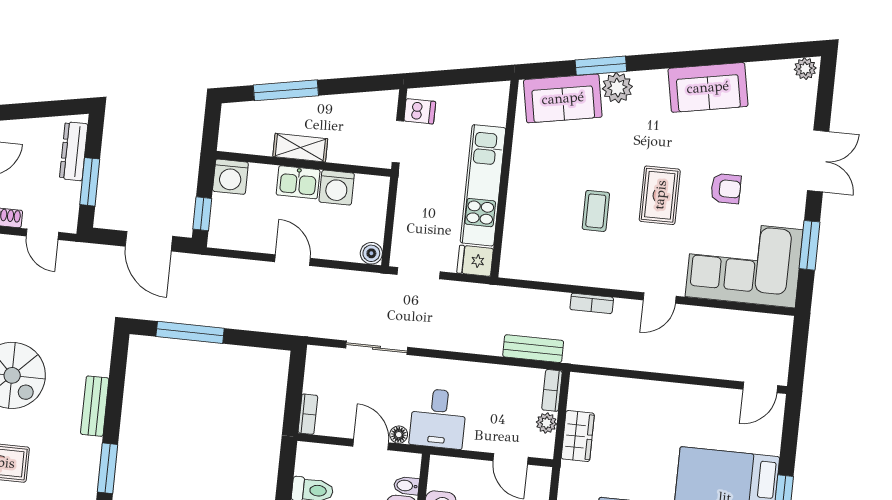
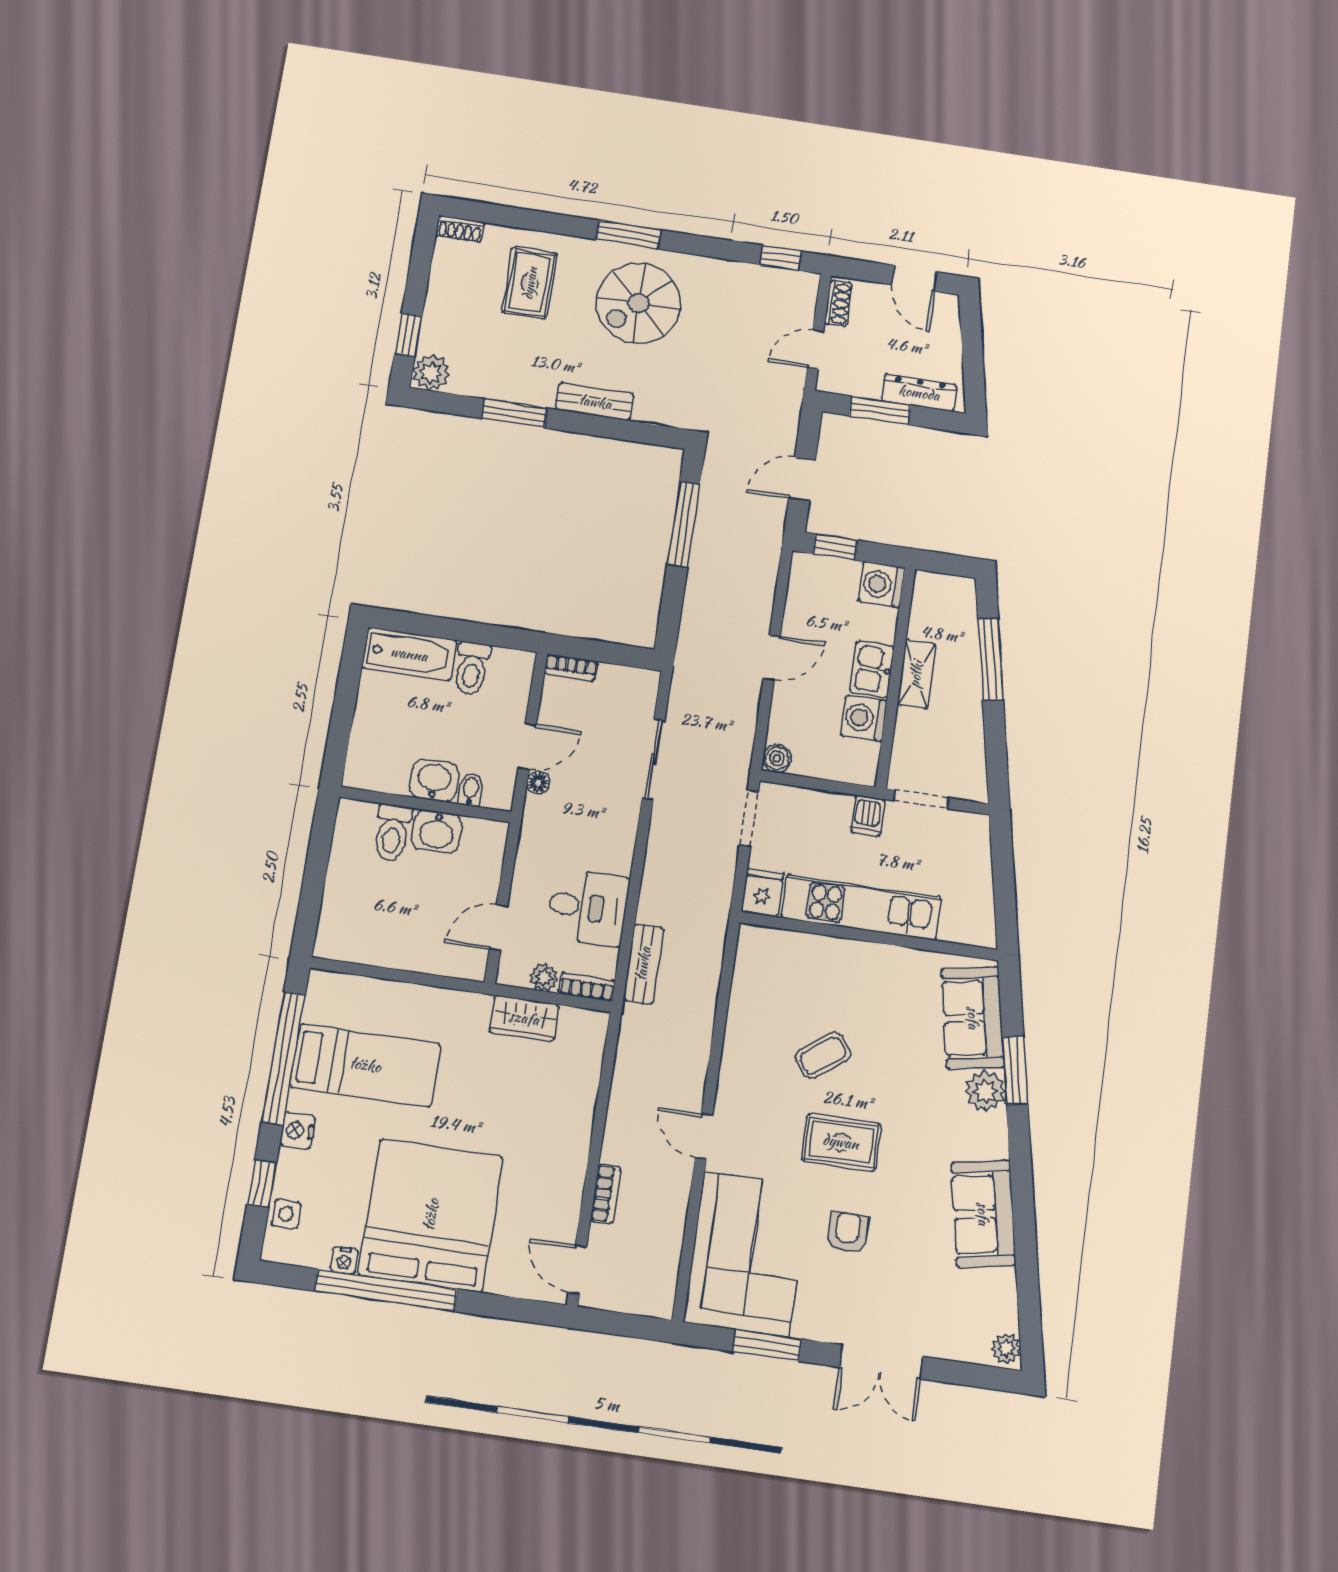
dishwasher: (420, 111) -> (868, 816), moved
armchair: (726, 189) -> (848, 1233), turned 180
coffee table: (596, 211) -> (823, 1055), turned -36
door: (149, 241) -> (802, 479), width x0.73
bookcase: (592, 303) -> (606, 1194), moved, turned 180
desk: (438, 419) -> (588, 907), moved, turned 180

